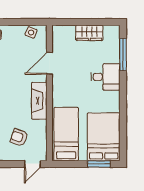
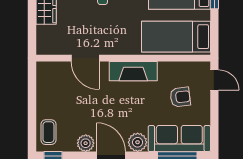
side table: (31, 32) -> (46, 82), removed
armchair: (19, 137) -> (180, 97), turned -116

